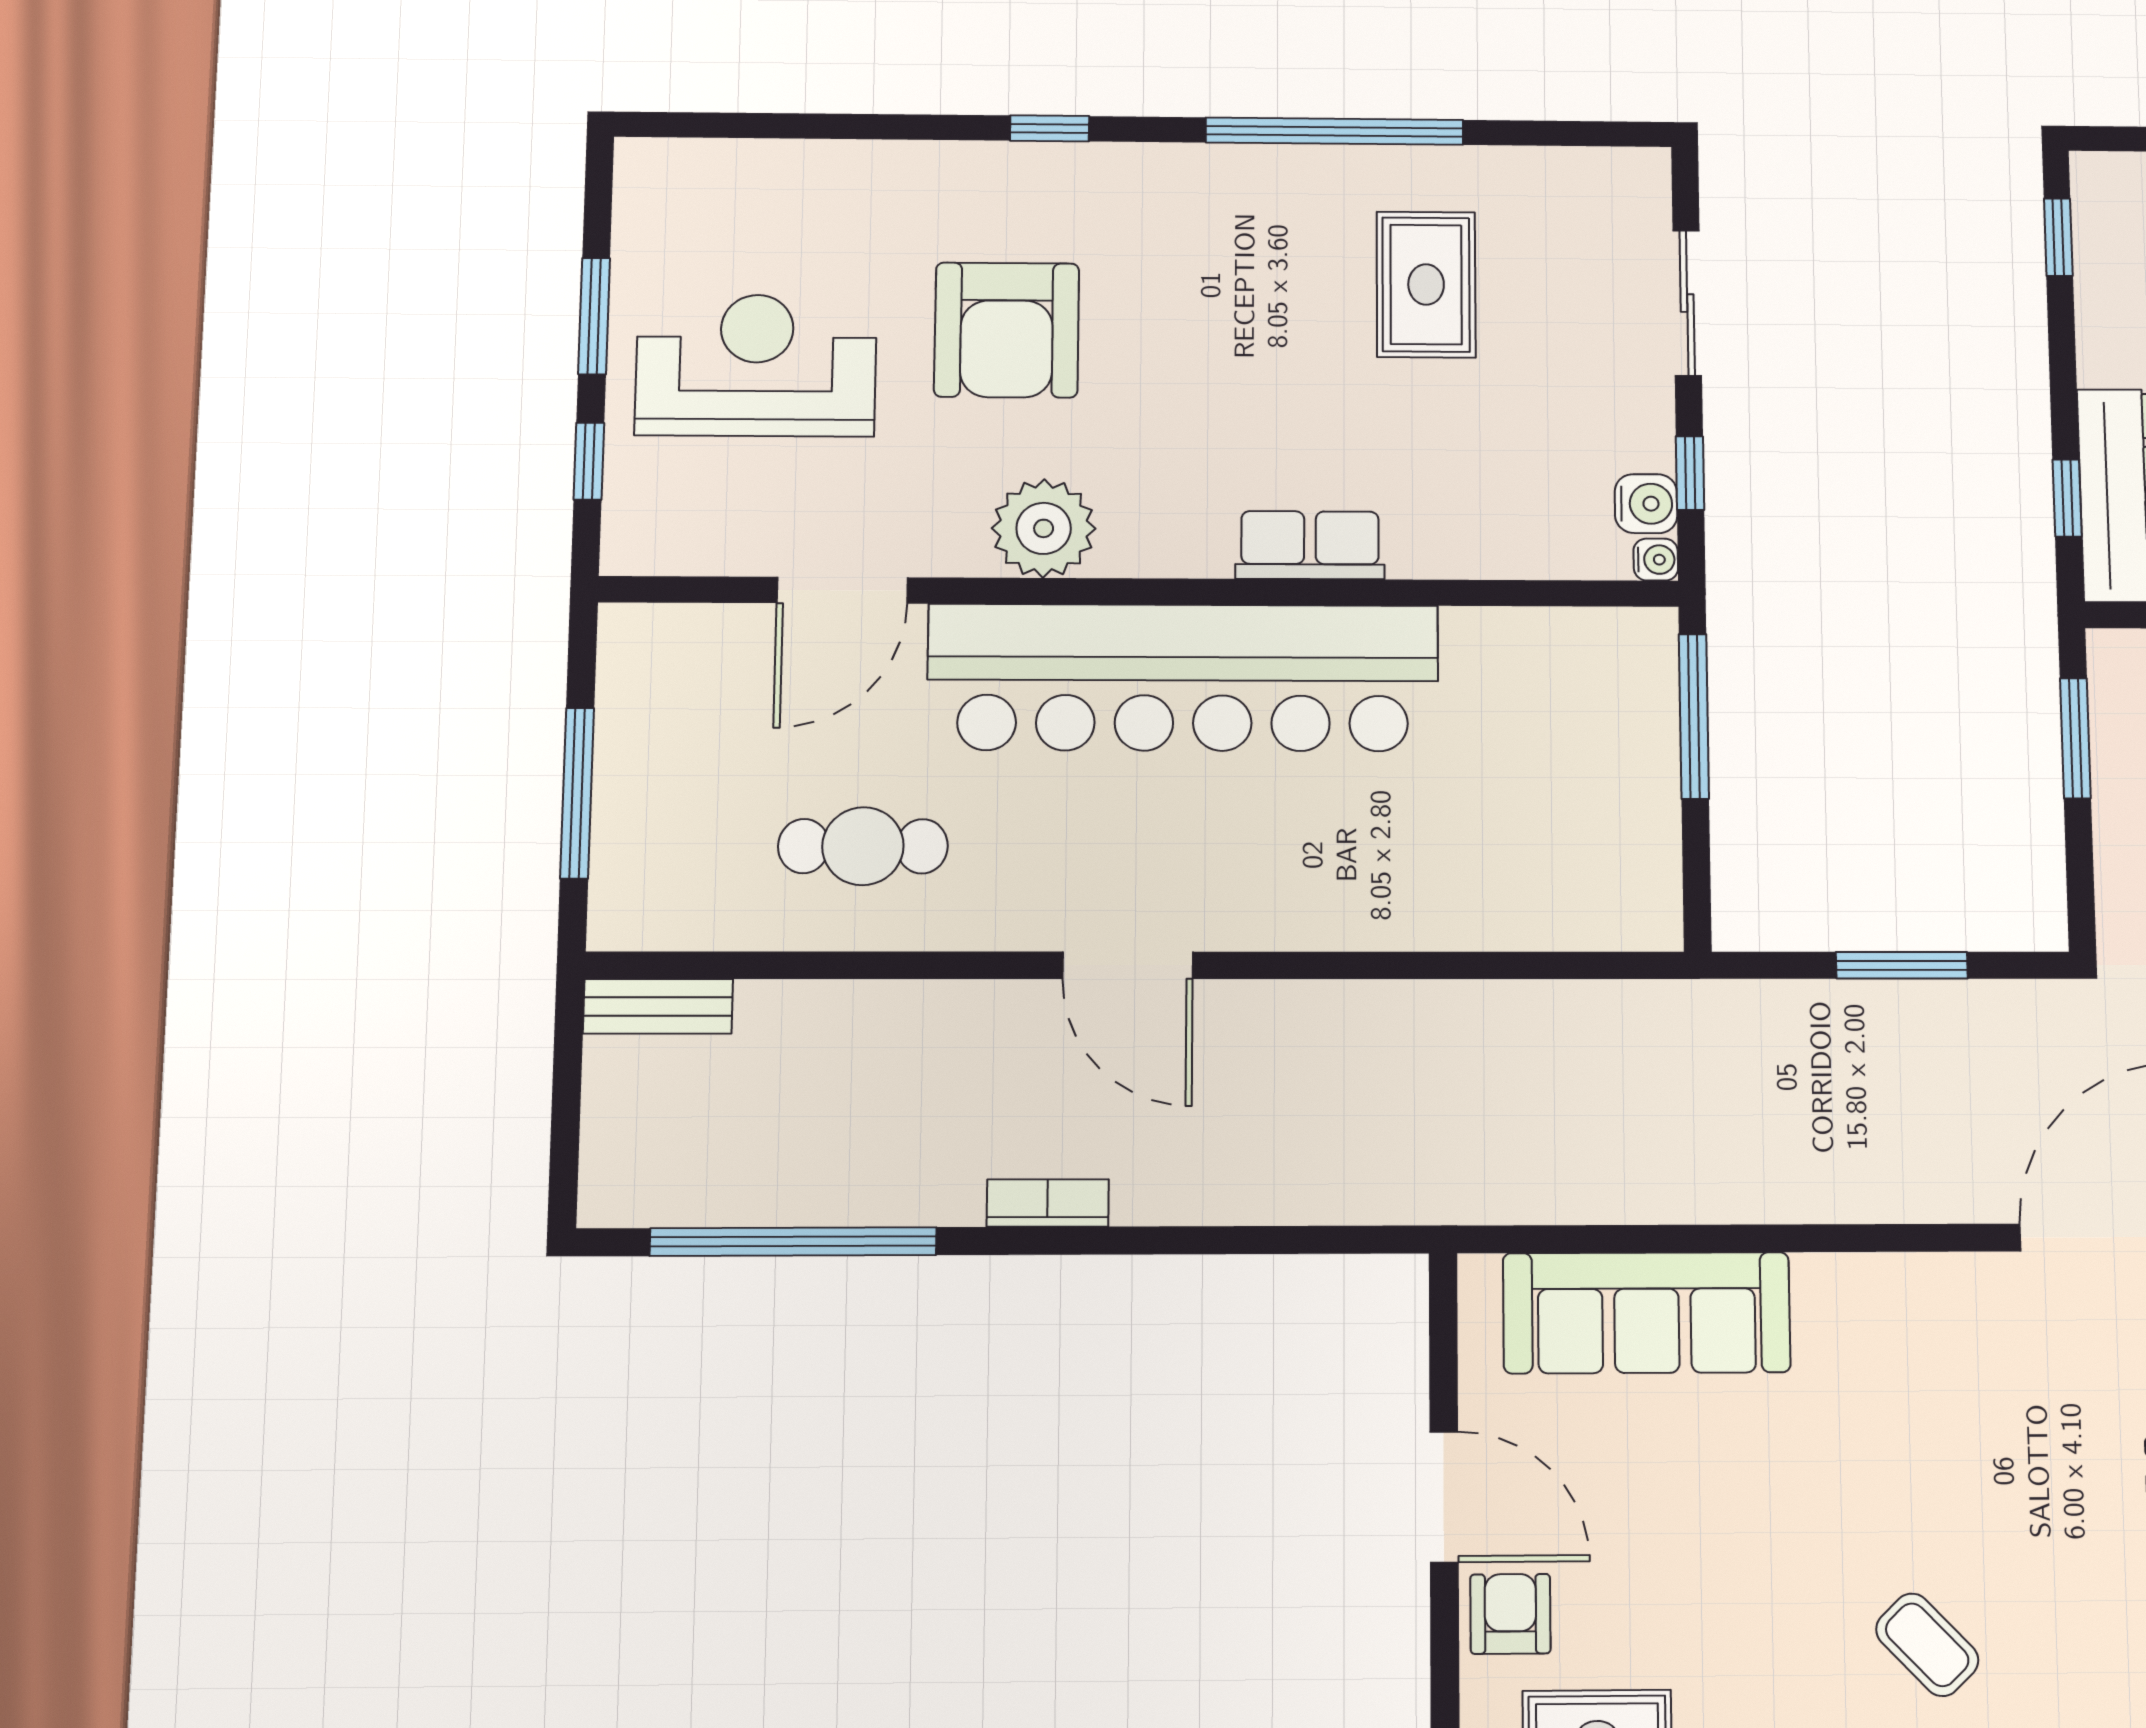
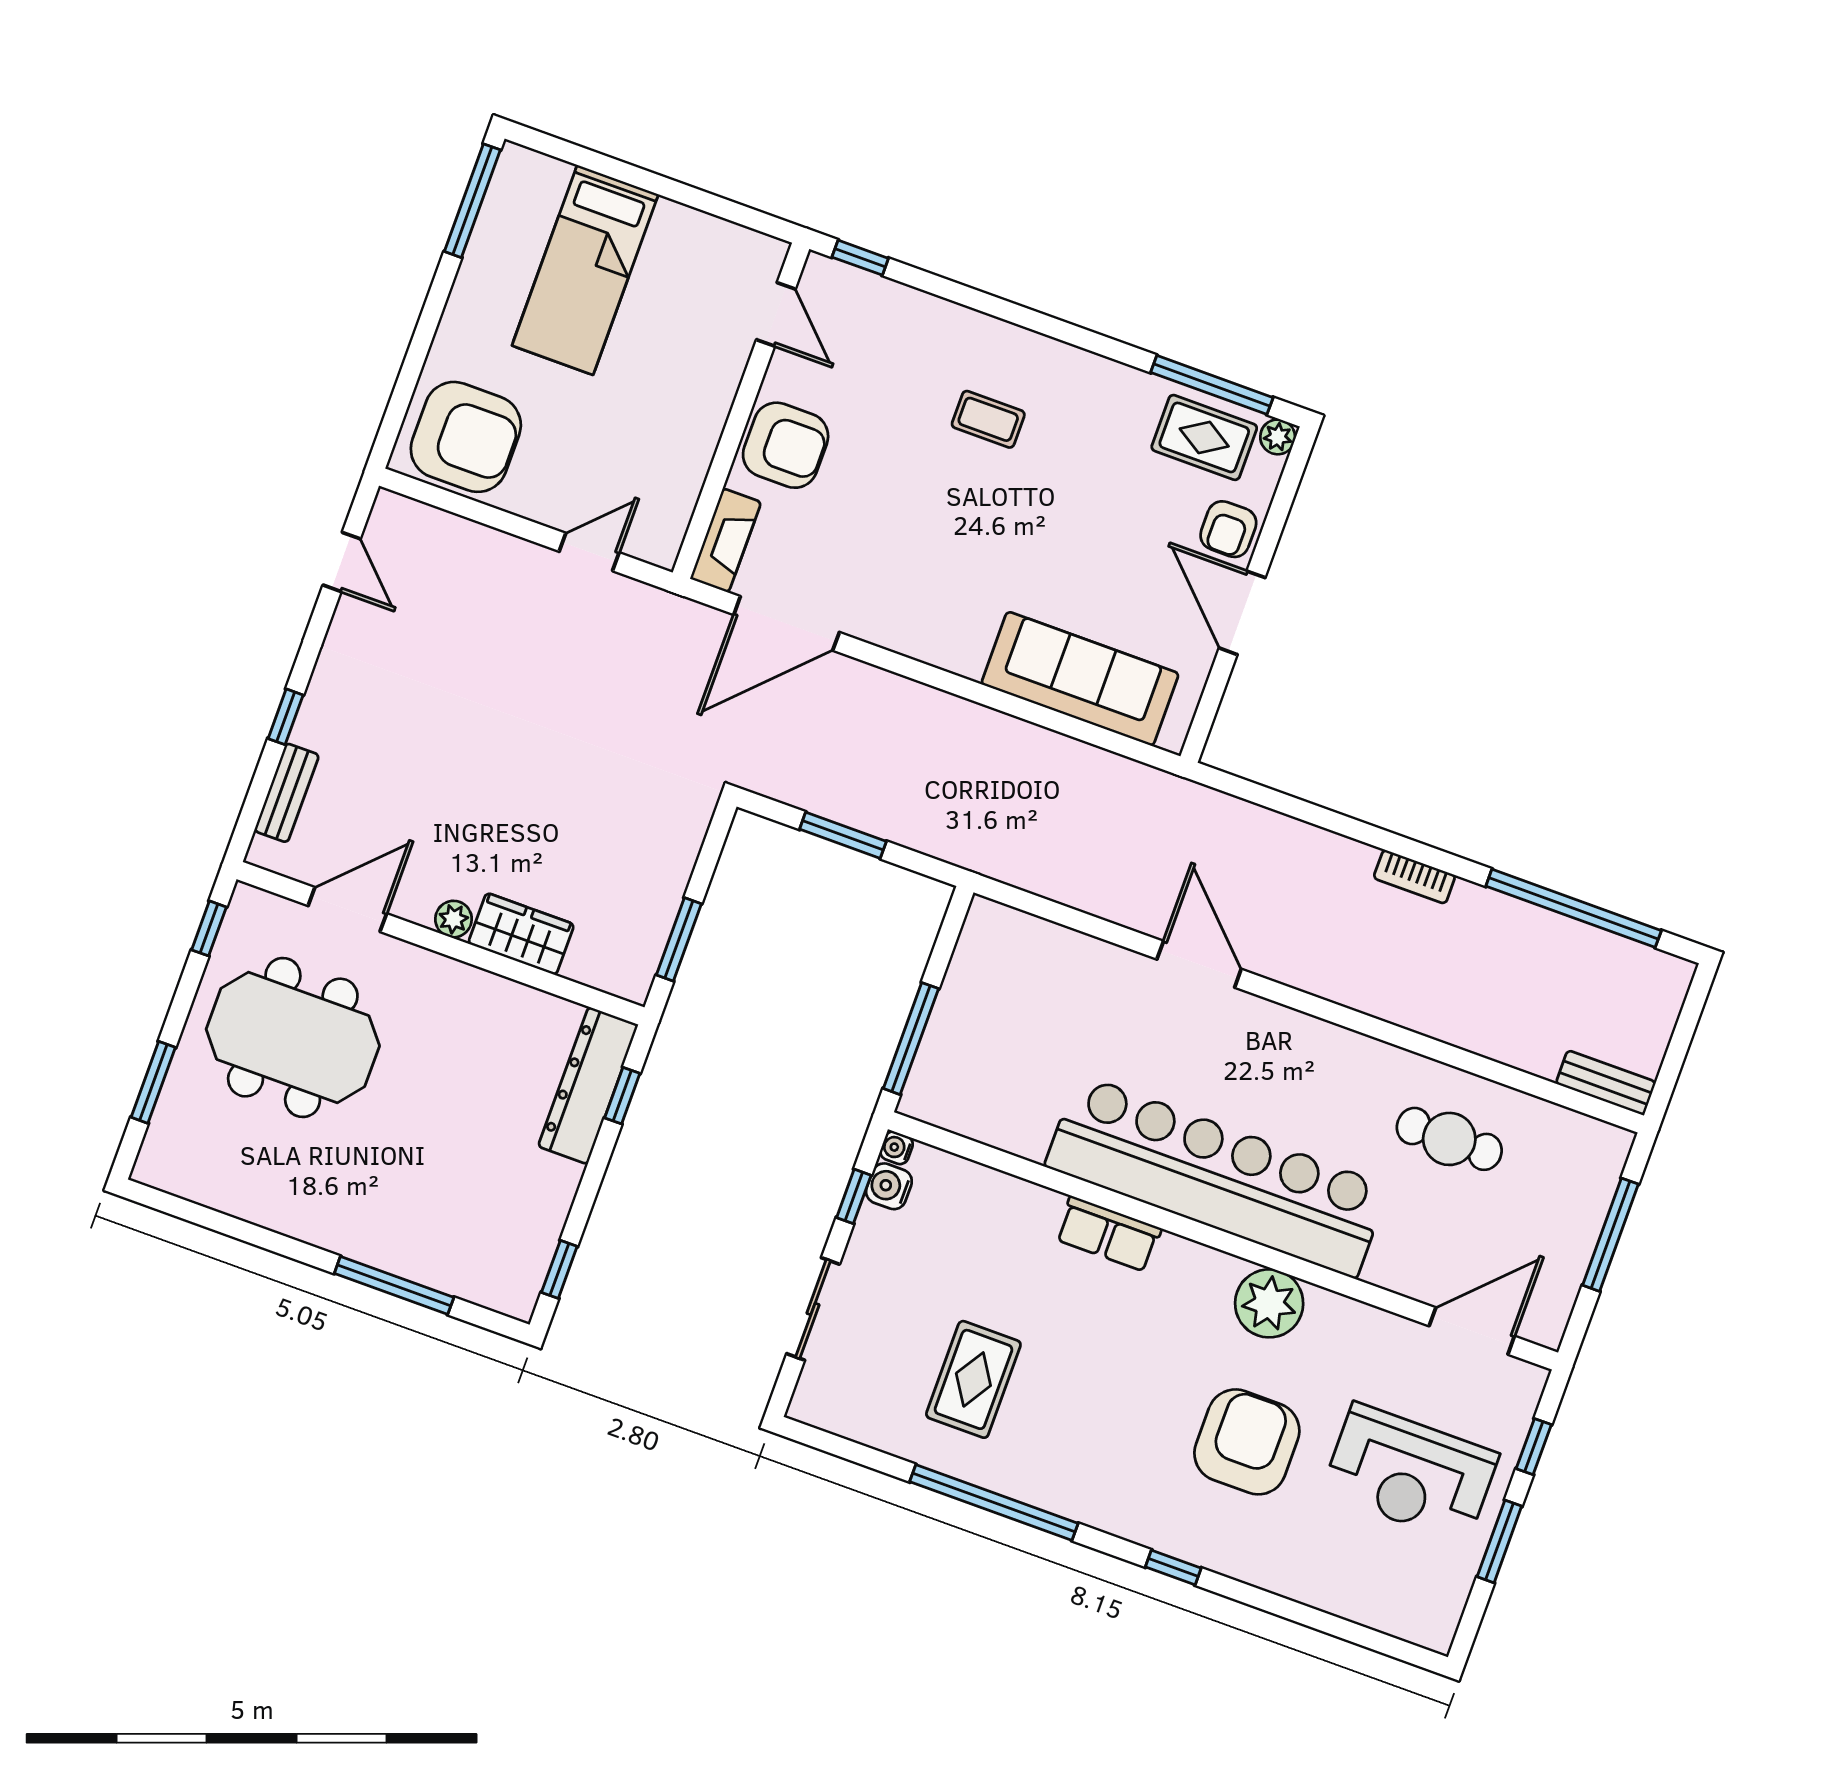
door: (842, 590) -> (1472, 1331), moved
door: (1128, 965) -> (1199, 964), moved
coffee table: (1927, 1645) -> (988, 419), turned -46

